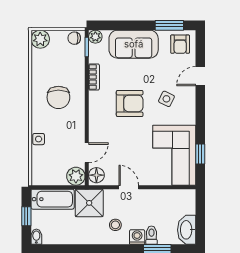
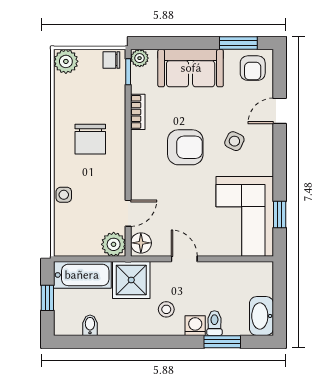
bidet: (36, 237) -> (90, 325), moved

